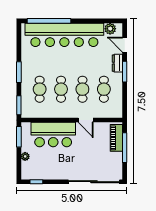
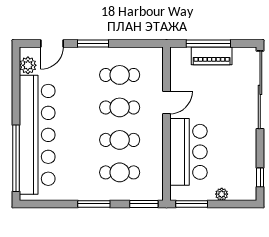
dresser: (117, 63) -> (80, 54), removed
piano: (116, 138) -> (212, 56), moved

